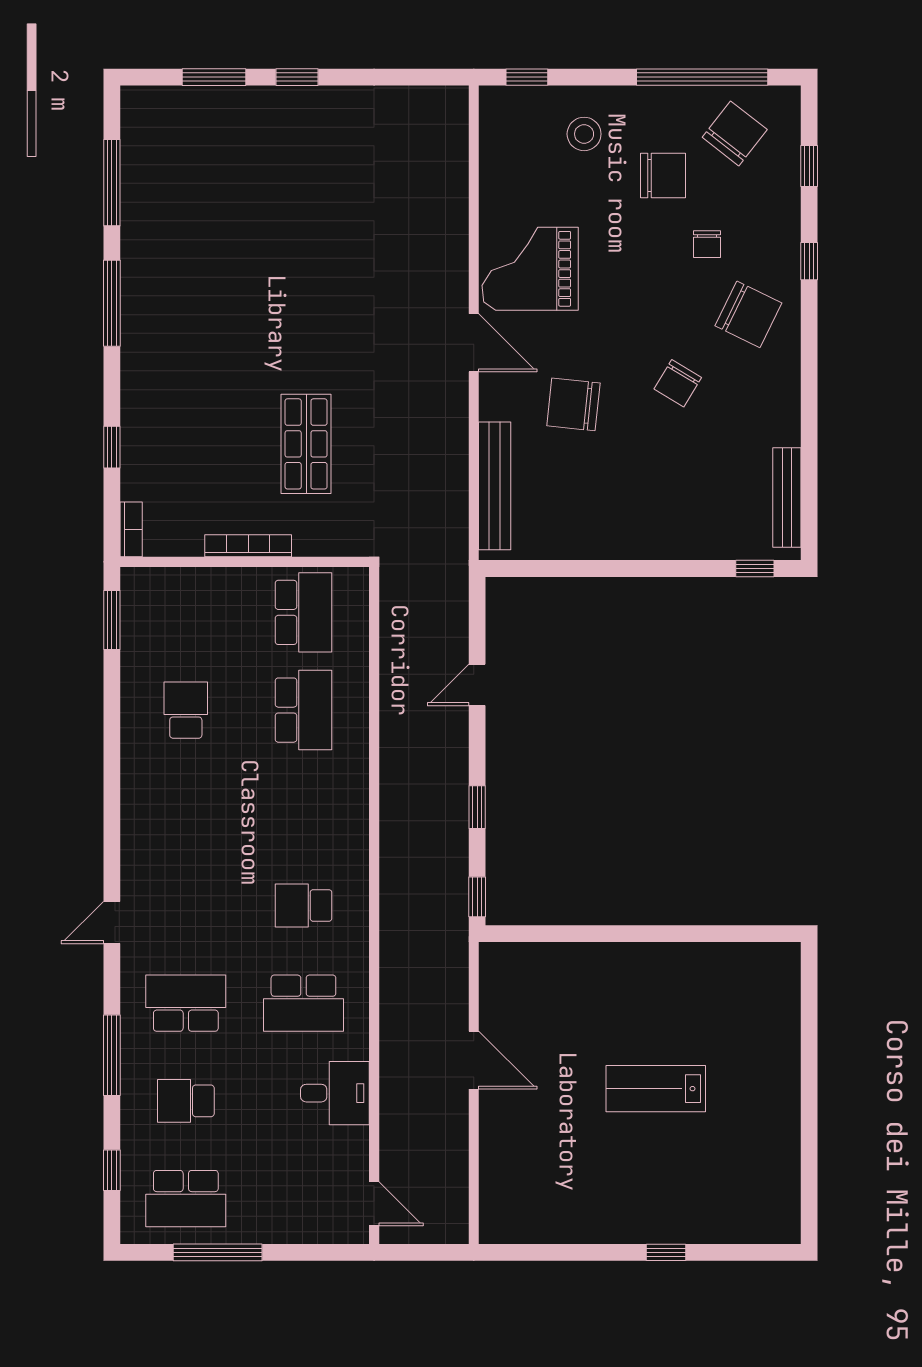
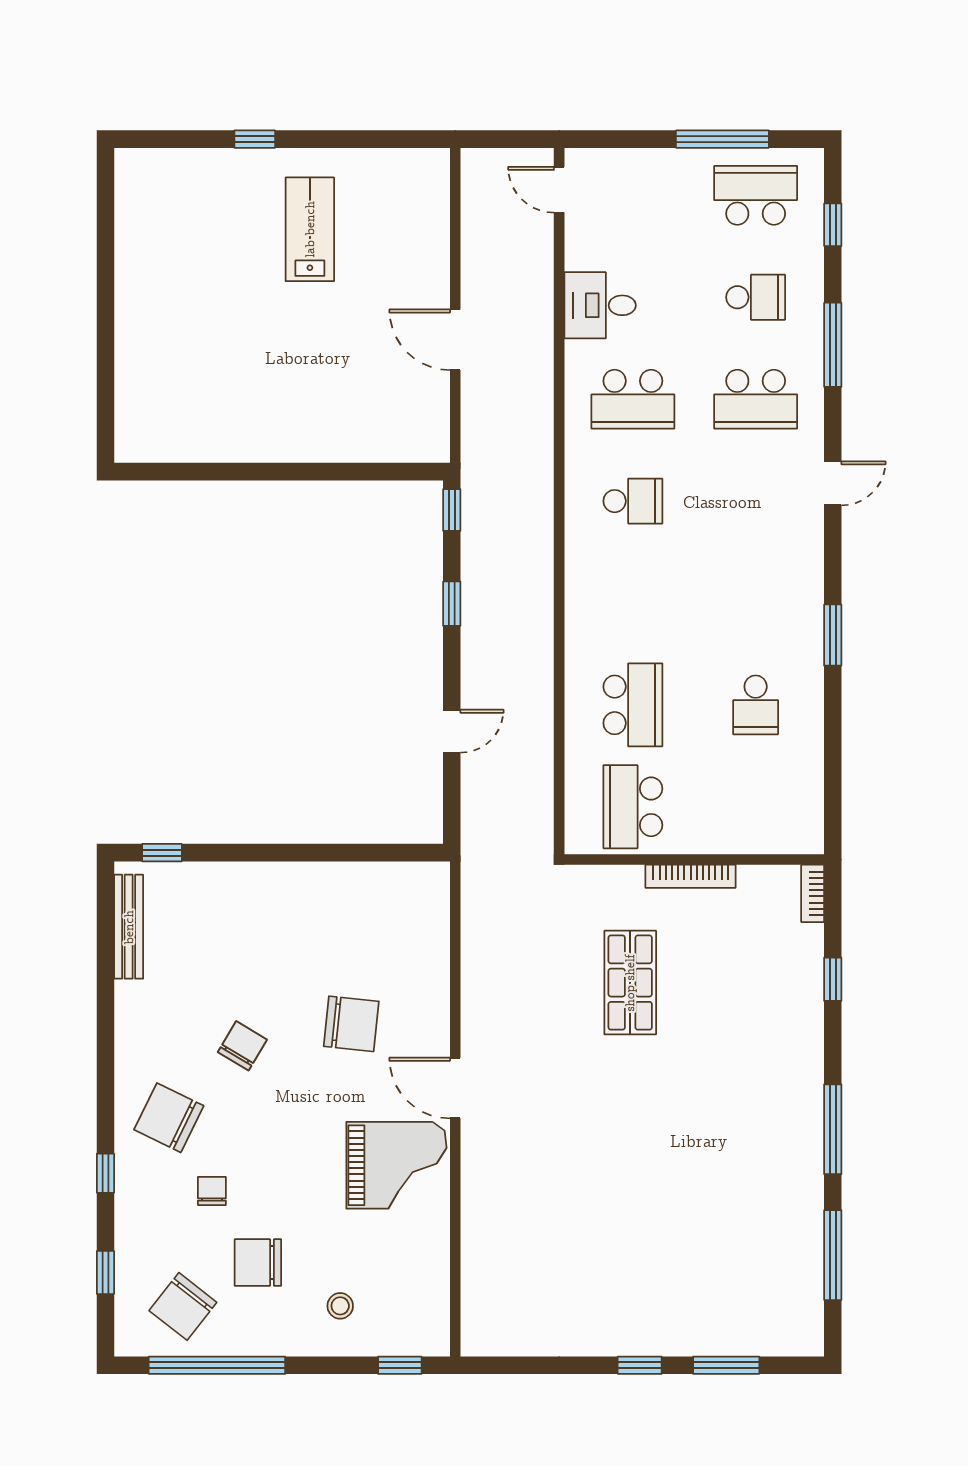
stool: (584, 134) -> (340, 1306), width x0.73, depth x0.73
bench: (495, 486) -> (433, 939), removed
window: (112, 620) -> (833, 635), moved
school desk: (303, 710) -> (633, 705), turned 180
school desk: (303, 1003) -> (633, 399), turned 180
lab bench: (656, 1089) -> (310, 229), moved, turned -90

